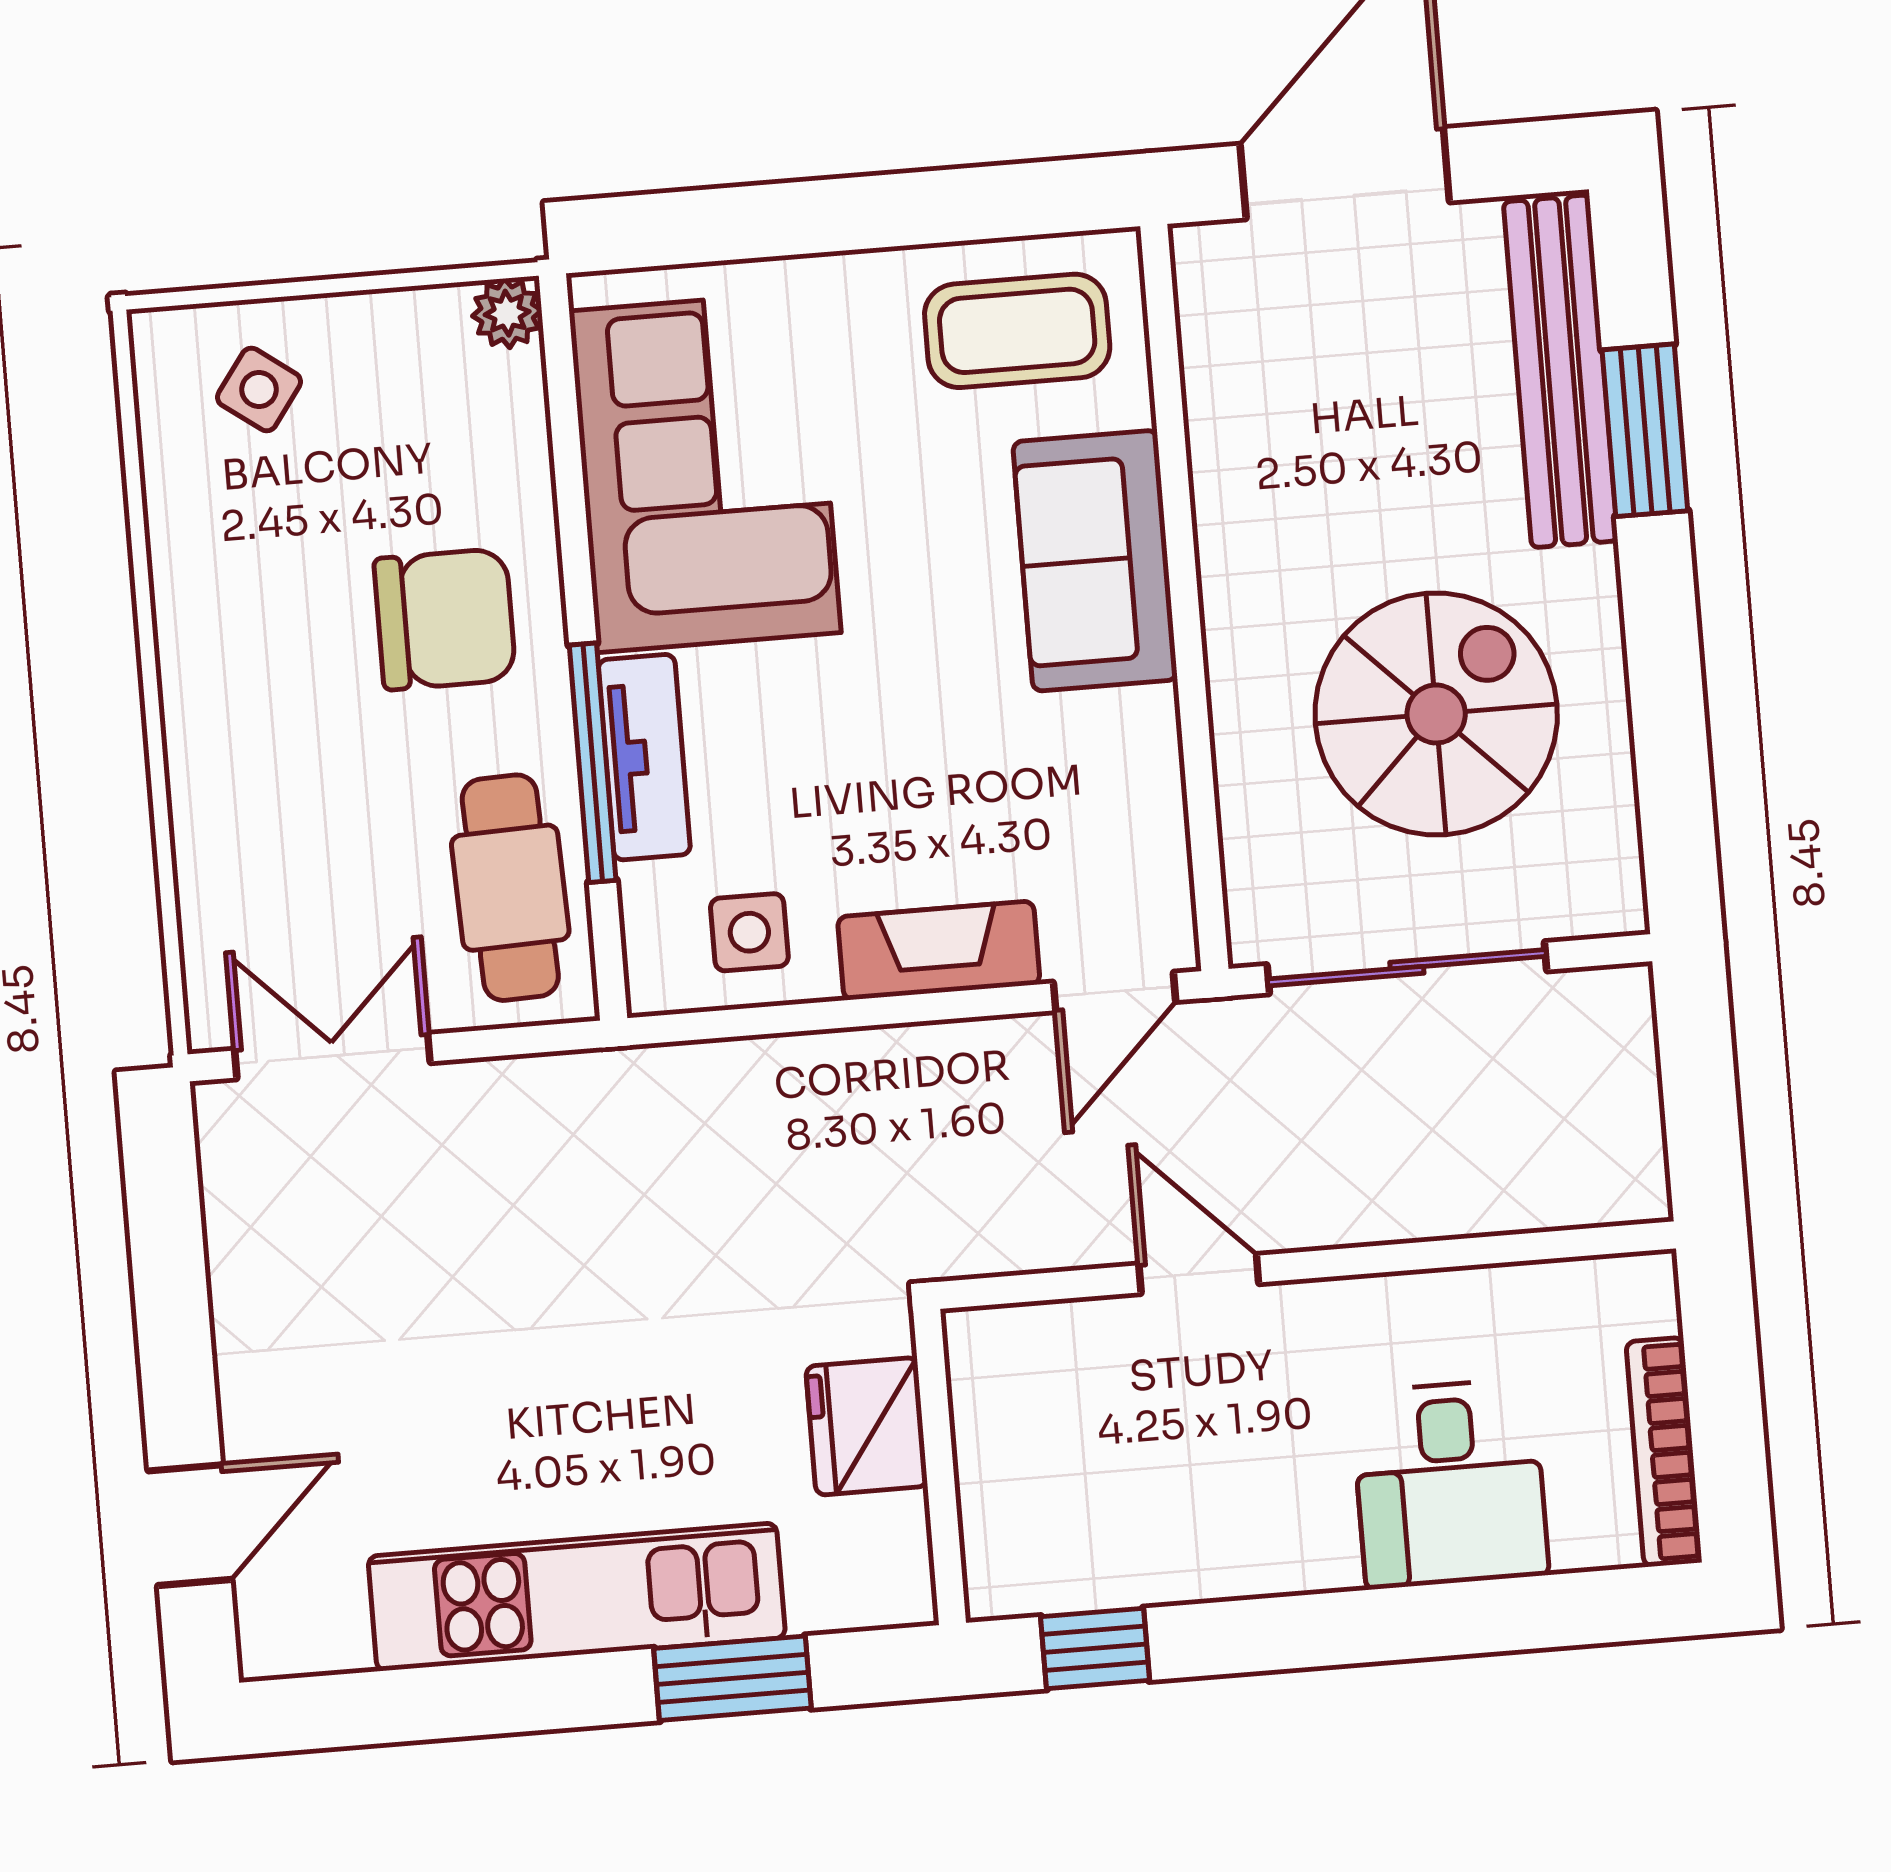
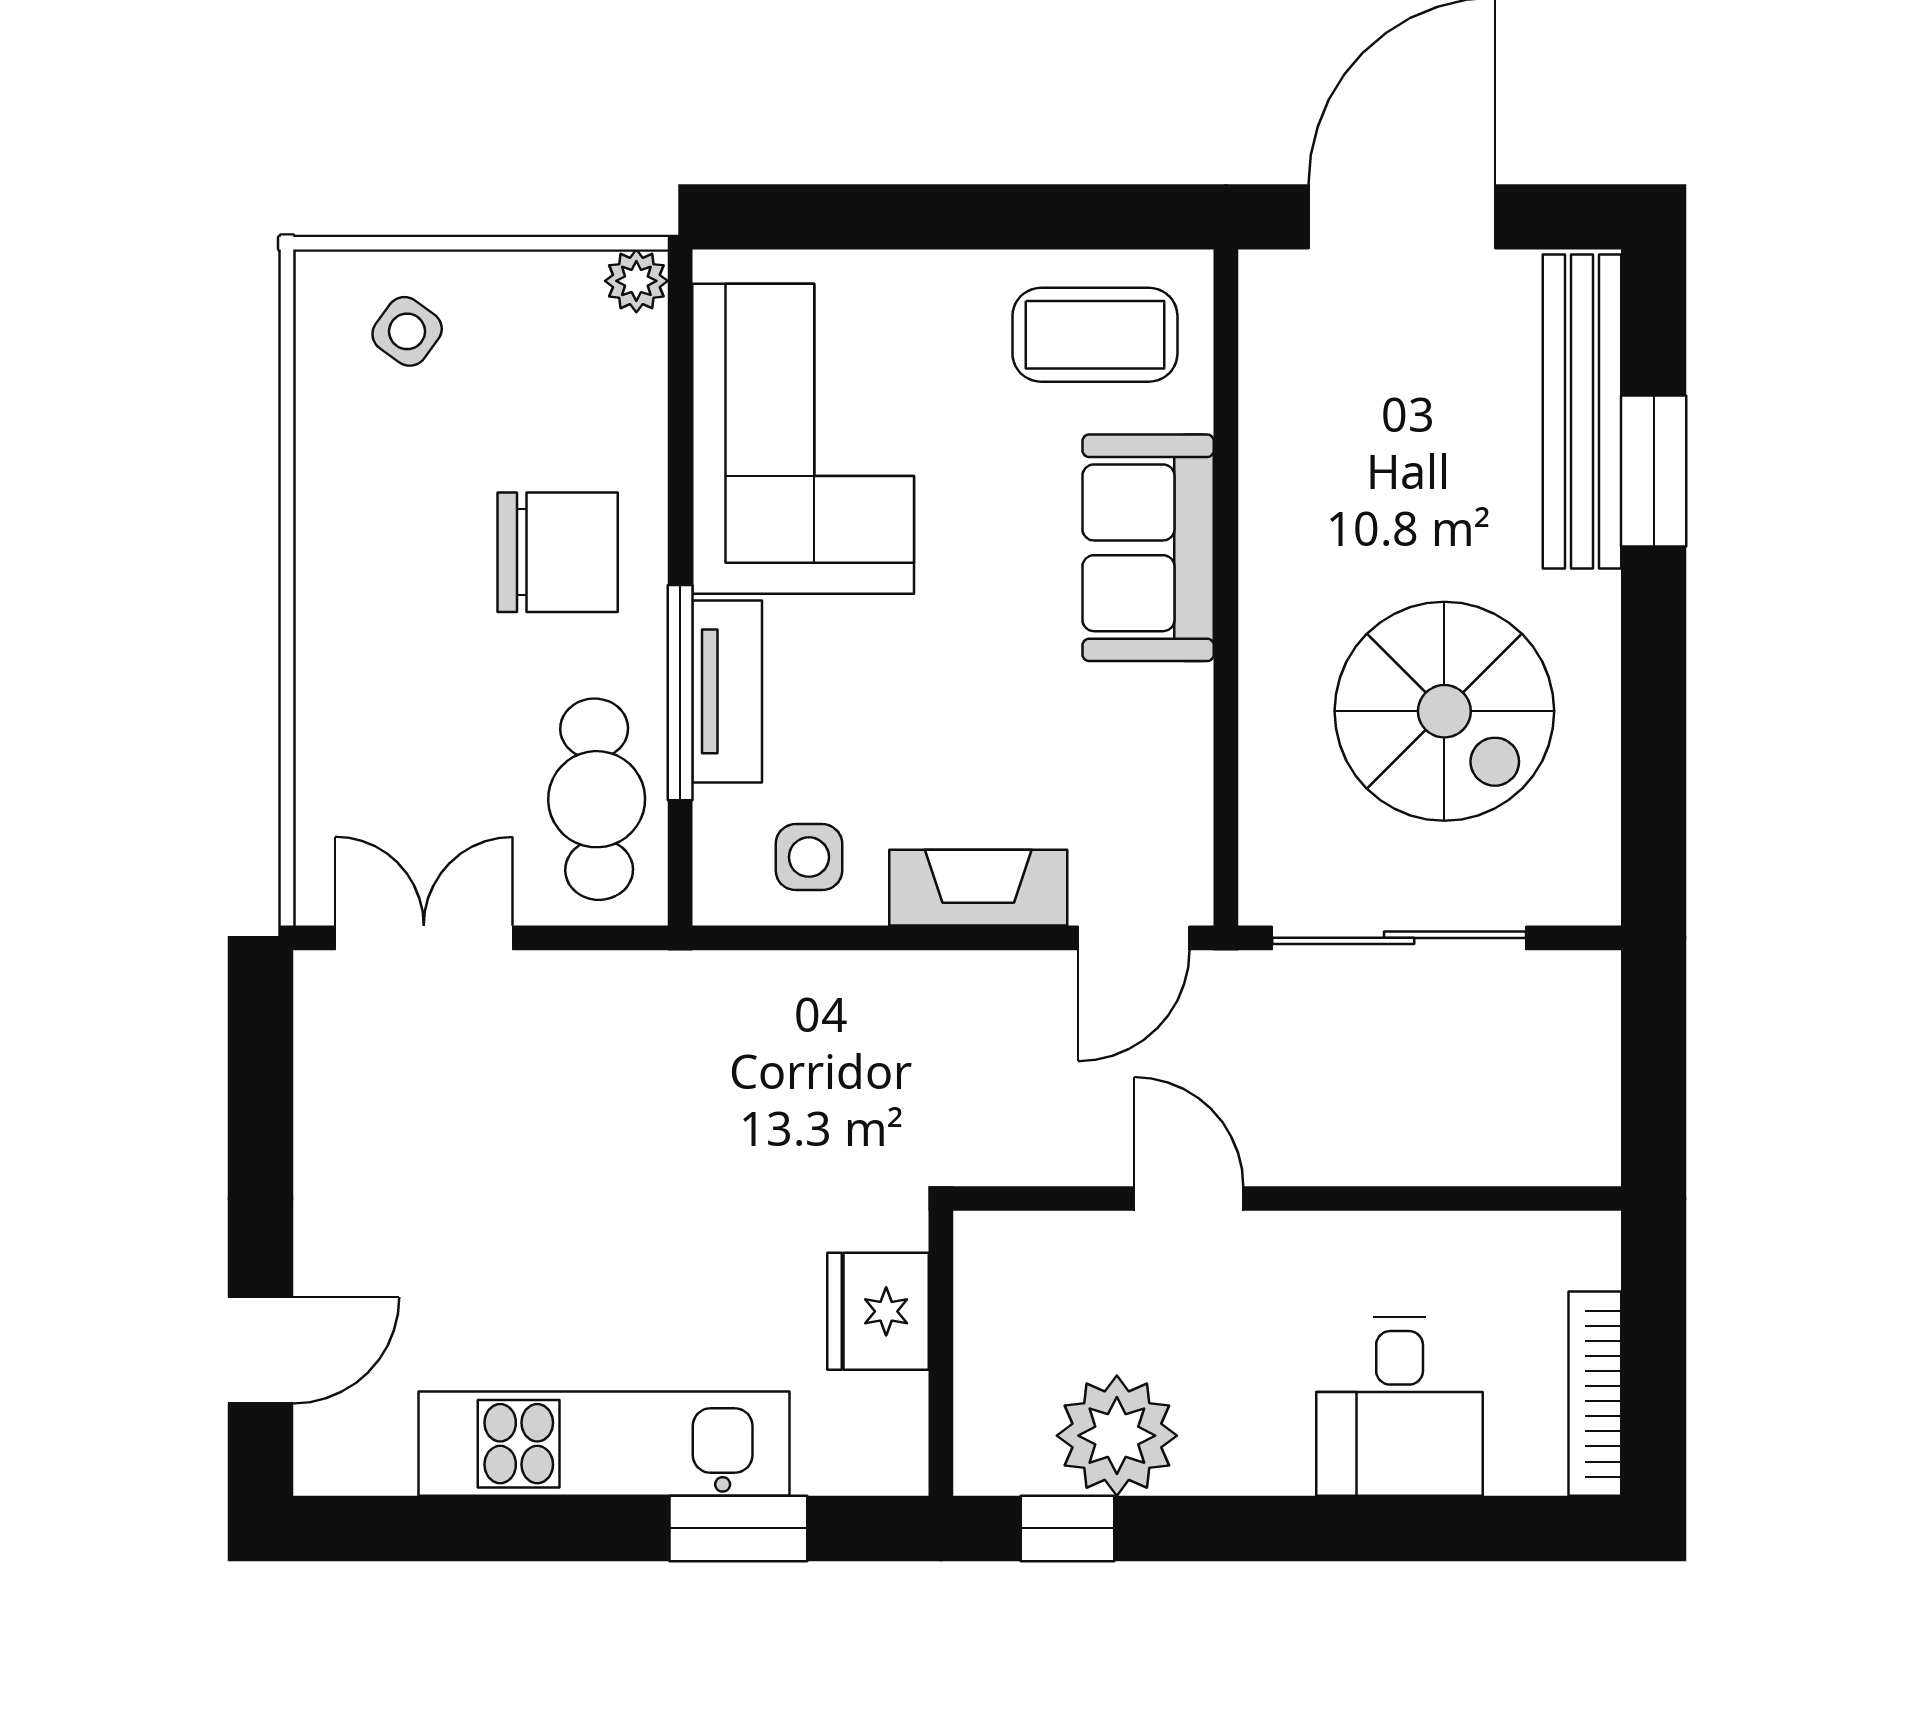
spiral stairs: (1436, 714) -> (1444, 711), turned 90
plant: (1141, 1542) -> (1117, 1436), added

